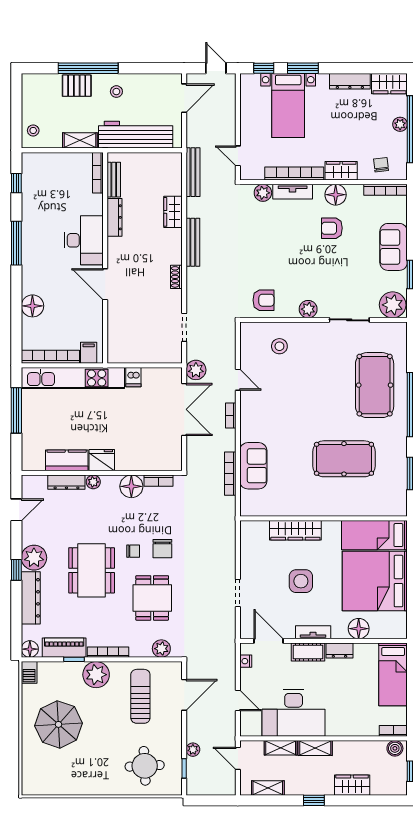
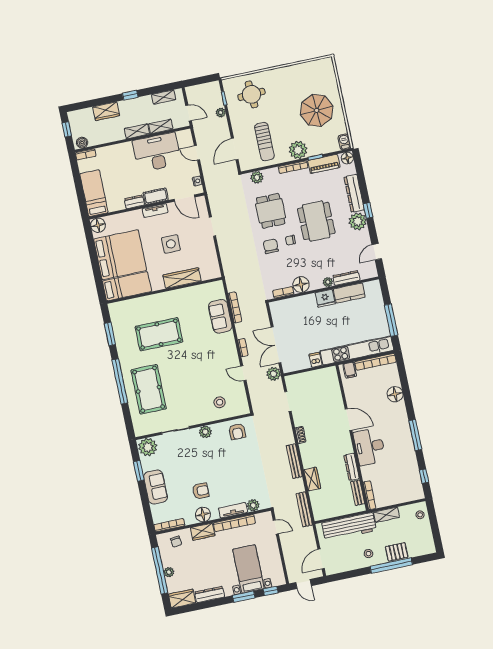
armchair: (264, 300) -> (237, 432), turned -90
floor lamp: (359, 629) -> (98, 225), moved

